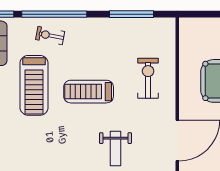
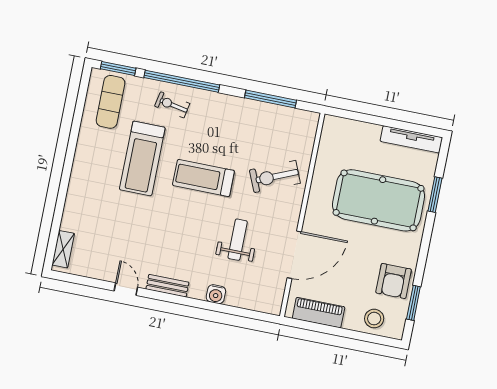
exercise bike: (148, 78) -> (275, 177), turned -113
weight bench: (115, 148) -> (238, 240), moved, turned 180

